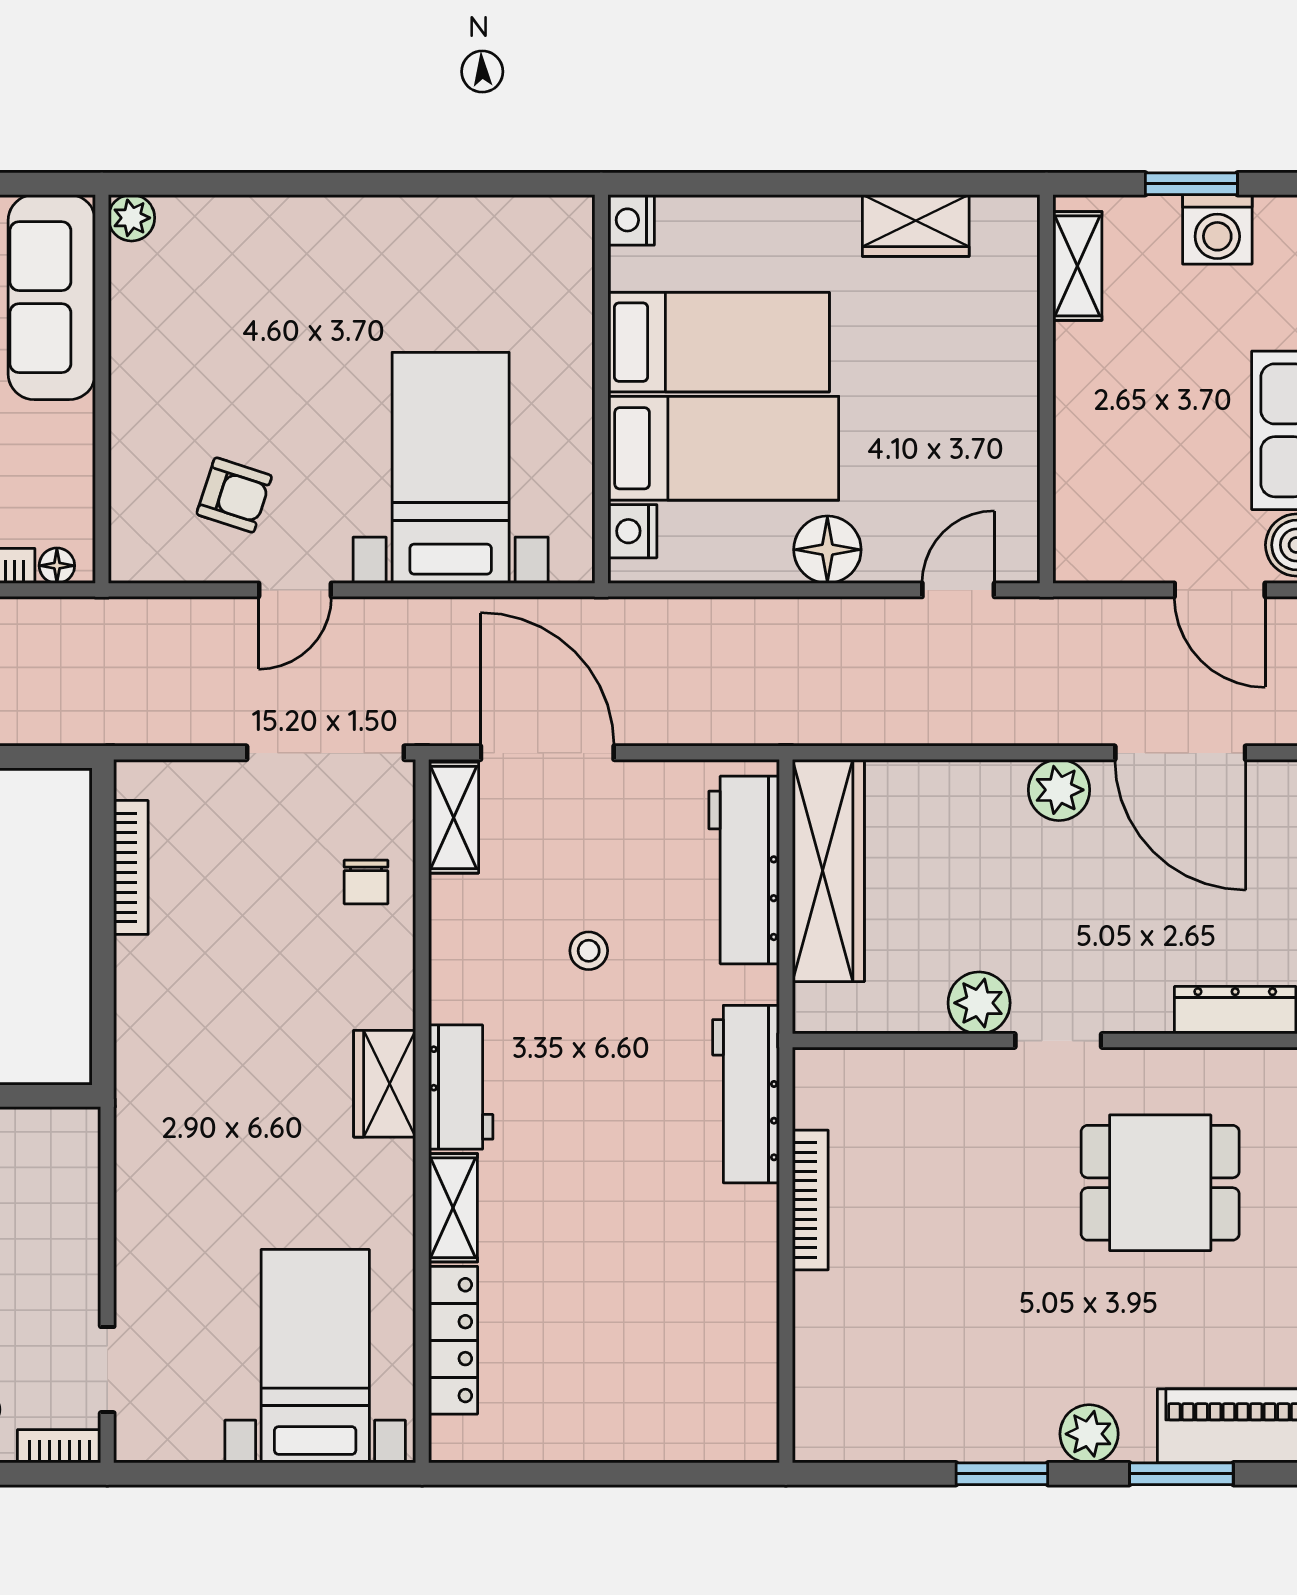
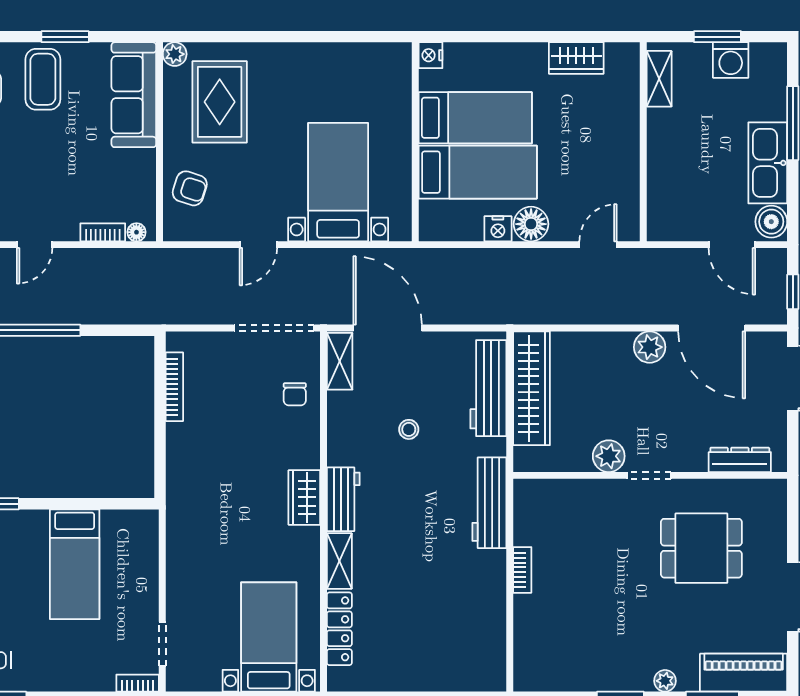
rug: (219, 311) -> (220, 102), added
armchair: (234, 495) -> (190, 188), moved
nightstand: (632, 531) -> (498, 229), moved, turned -90
bookcase: (810, 1200) -> (522, 570), width x0.64
plant: (1089, 1434) -> (665, 681), width x0.73, depth x0.73

